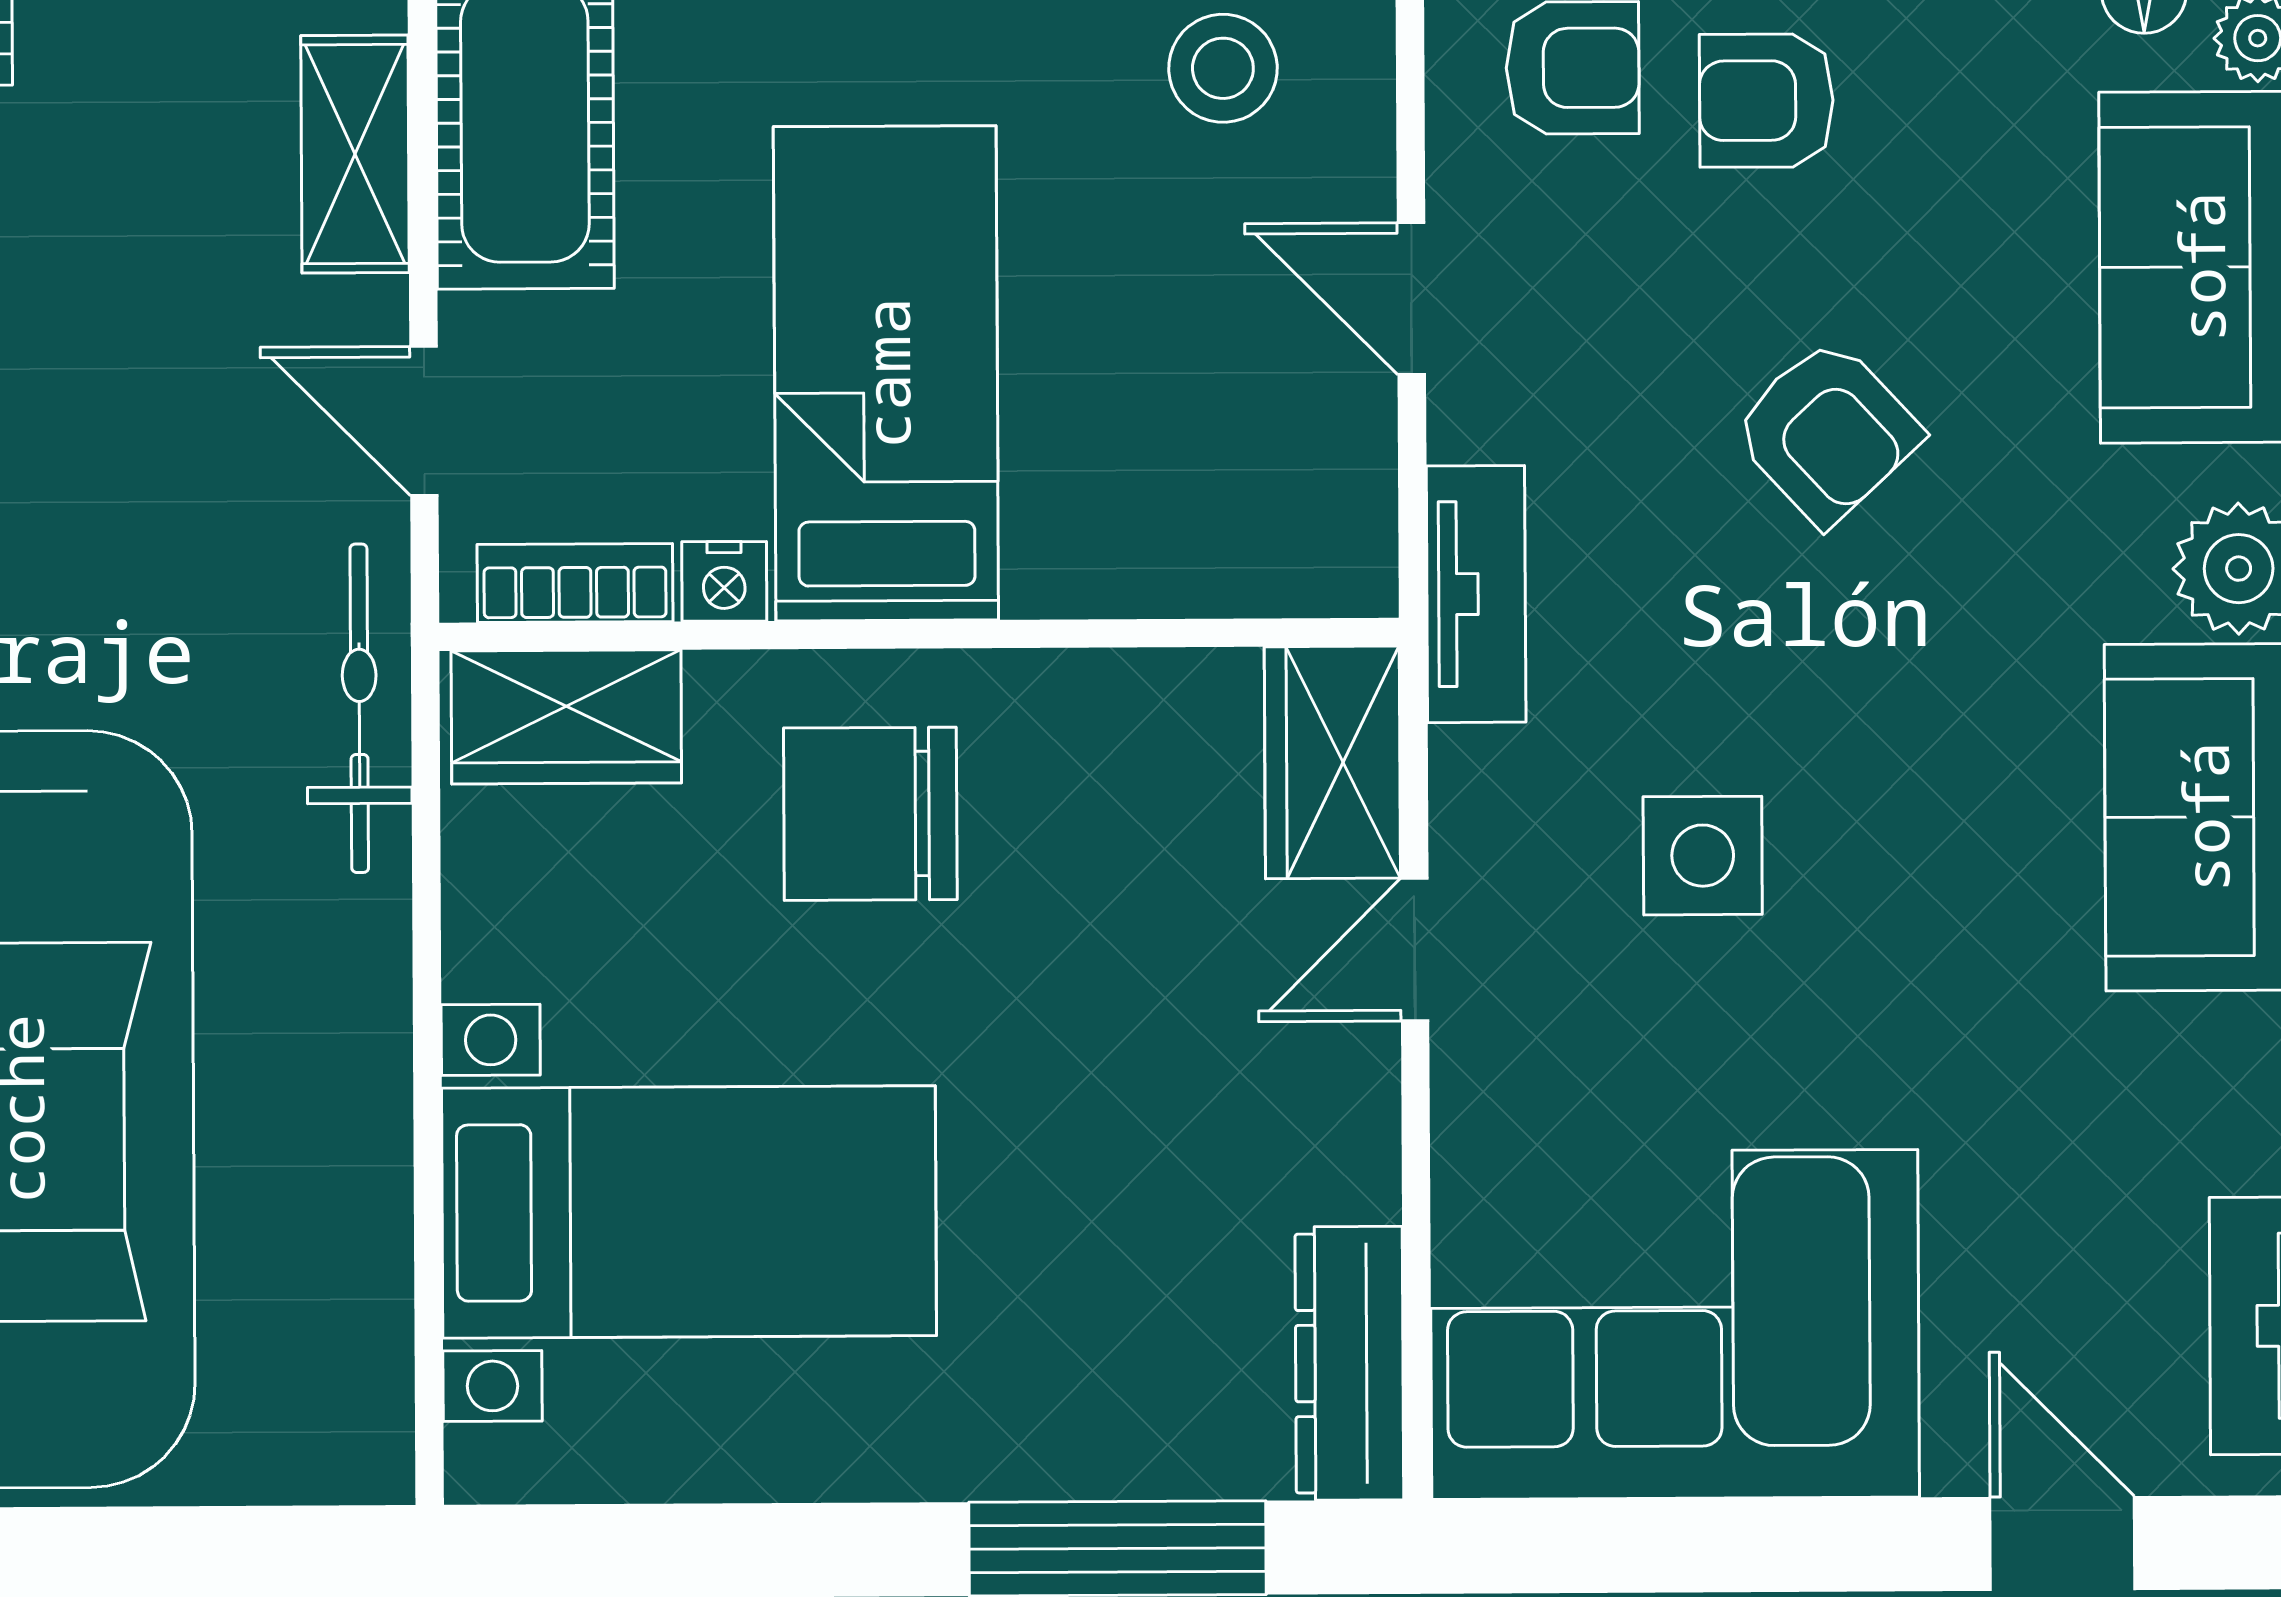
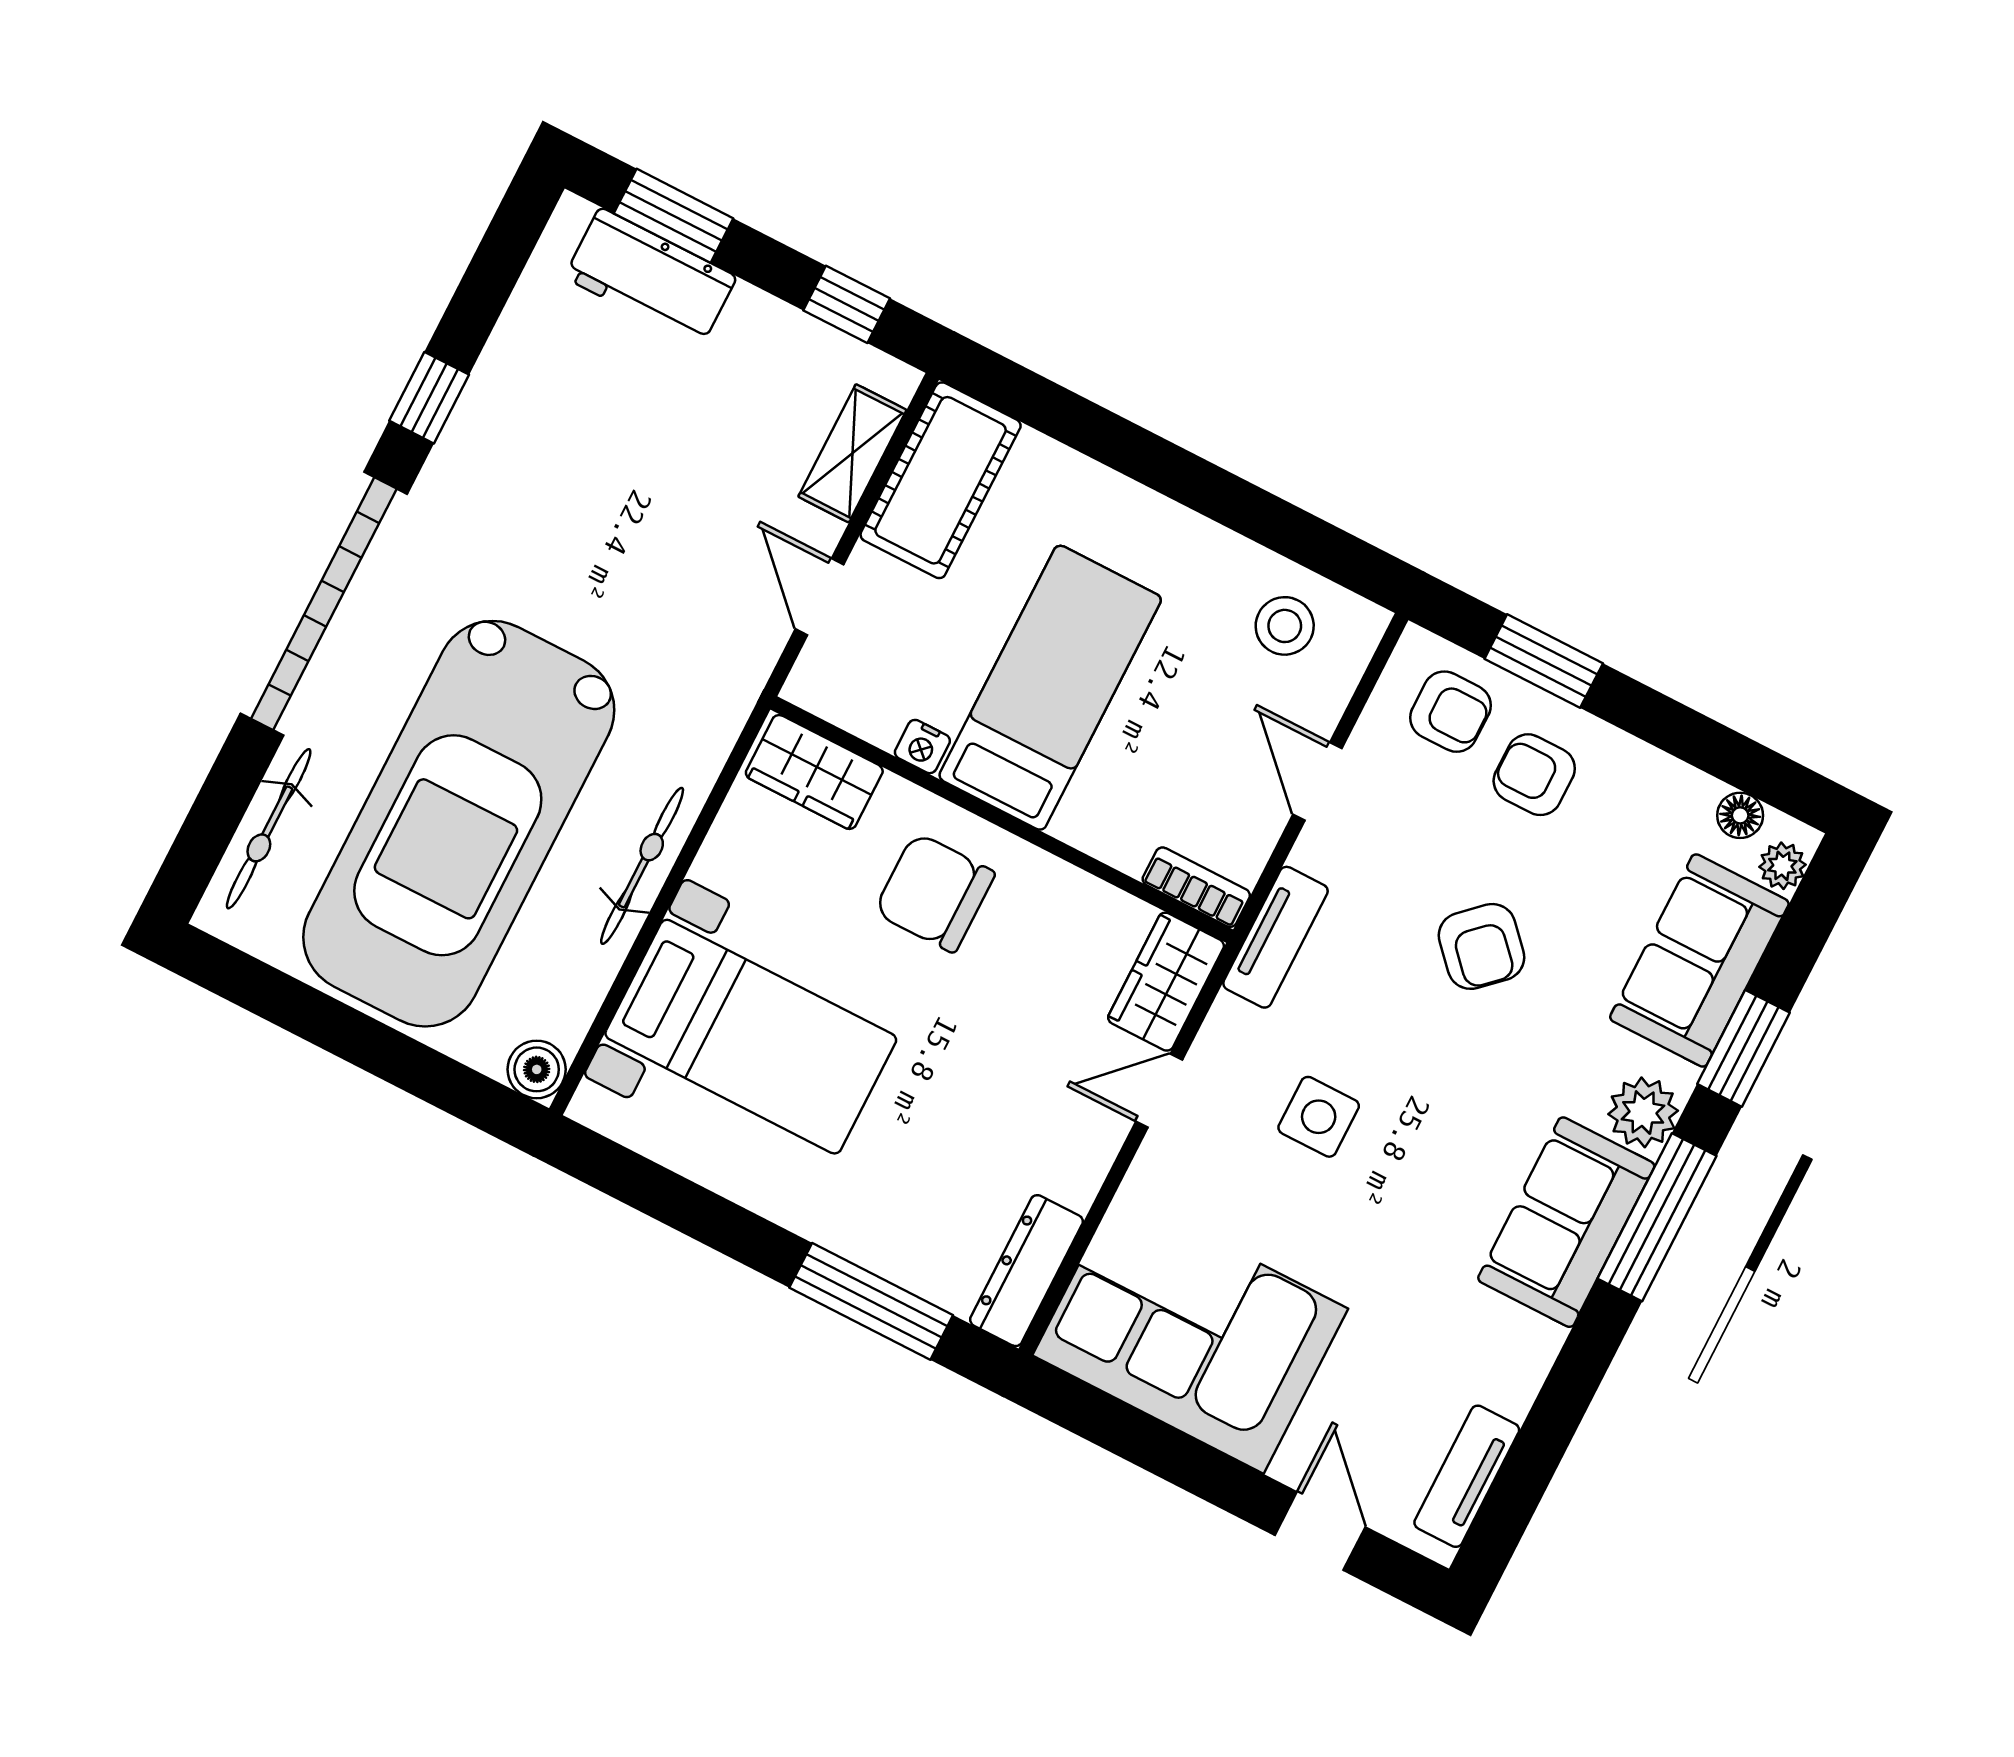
bookcase: (575, 583) -> (1196, 887), moved
bicycle: (359, 708) -> (642, 866), moved
boiler: (361, 1451) -> (537, 1069), added

